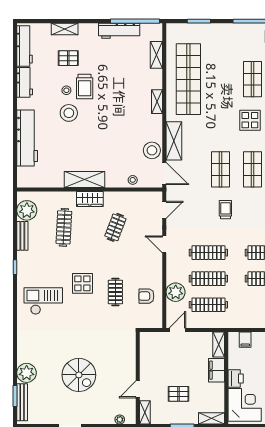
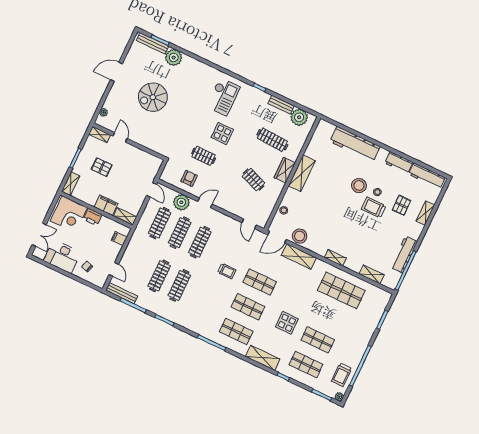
shop shelf: (188, 79) -> (341, 290), width x0.71
door: (164, 244) -> (205, 203), moved
pallet: (178, 394) -> (102, 167), turned 90

